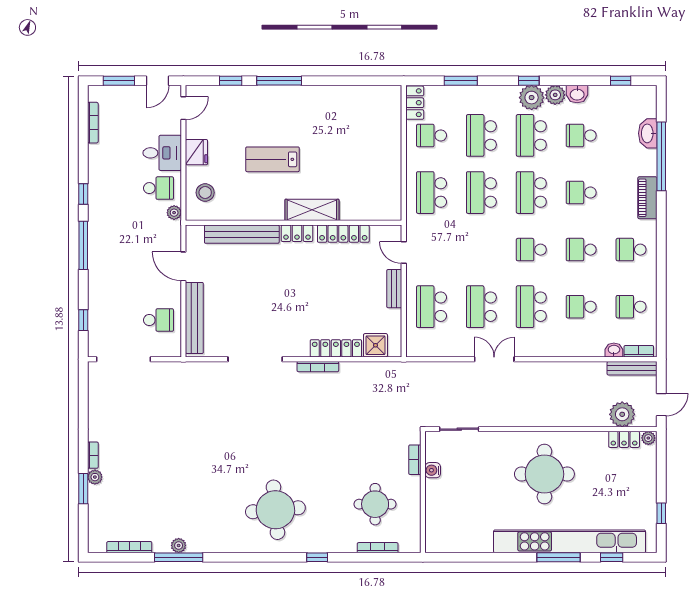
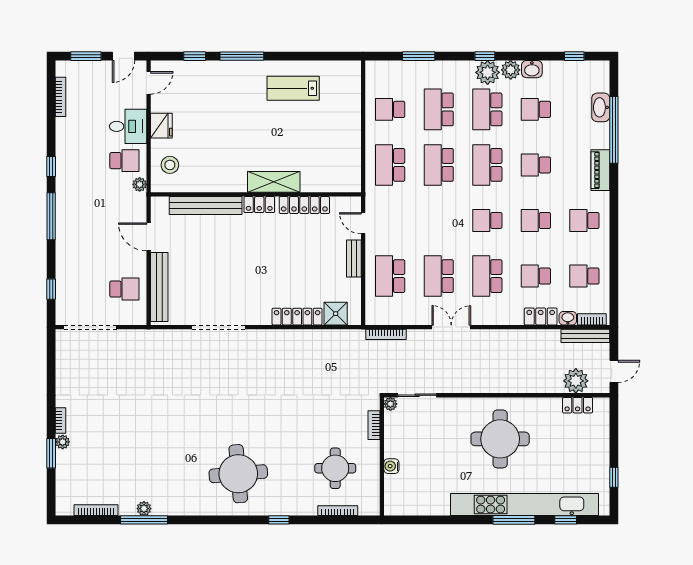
locker: (415, 103) -> (541, 316), moved, turned -90
lab bench: (273, 159) -> (293, 88), moved
bookcase: (318, 367) -> (386, 334), moved
plant: (648, 438) -> (390, 404), moved
water cooler: (433, 470) -> (391, 466), moved

